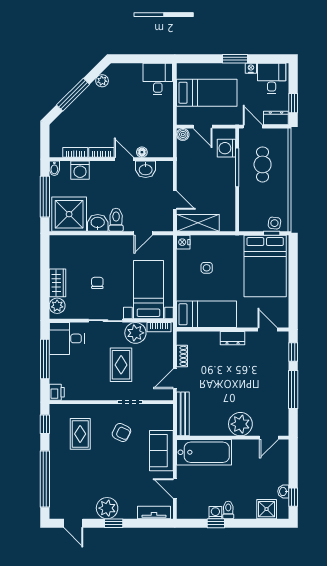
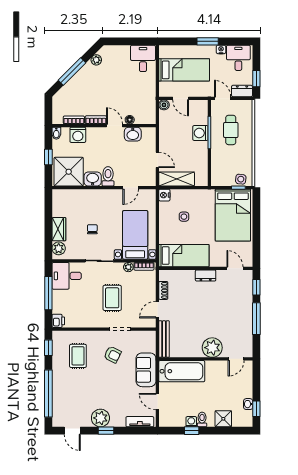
washing machine: (226, 148) -> (200, 133), moved
window: (45, 197) -> (48, 157), width x0.46
plant: (135, 333) -> (128, 267), width x0.53, depth x0.53
shower: (267, 509) -> (223, 419), moved

